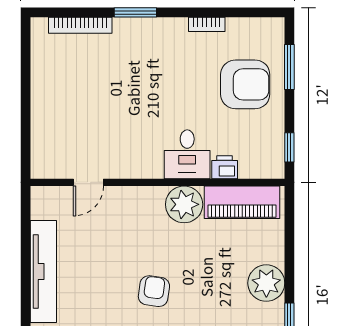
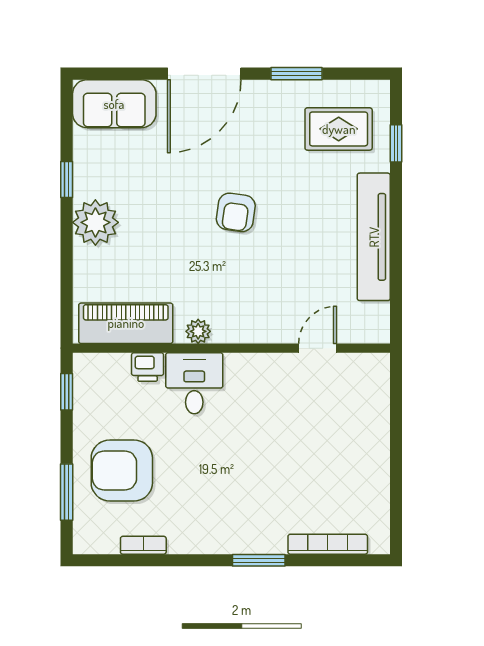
bookcase: (207, 24) -> (143, 545), moved
plant: (184, 204) -> (198, 331), width x0.53, depth x0.53

